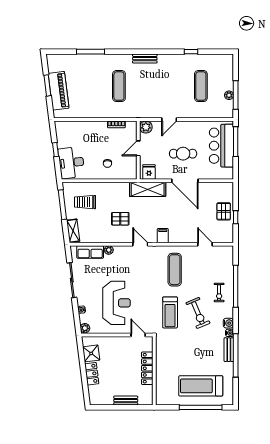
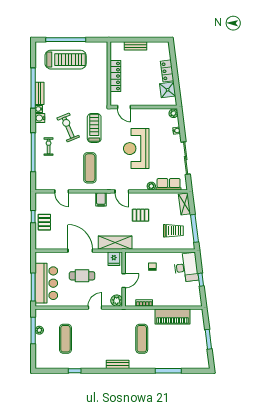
piano: (59, 91) -> (172, 316), moved, turned -83
reception desk: (116, 303) -> (136, 149), moved

